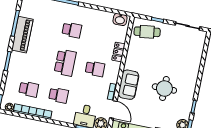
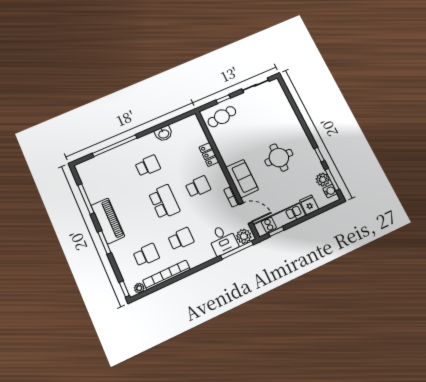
washbasin: (120, 20) -> (164, 134), moved
piano: (22, 35) -> (108, 221), moved

